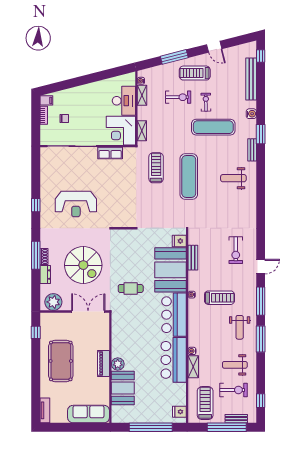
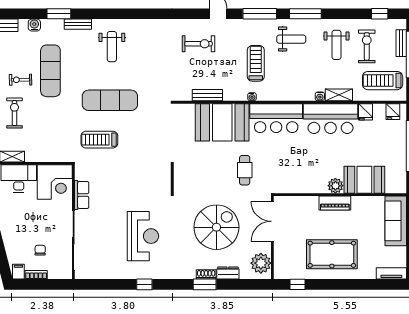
shelving: (142, 131) -> (55, 157), removed
fridge: (179, 241) -> (366, 112), moved
window: (36, 255) -> (205, 284), width x0.69

